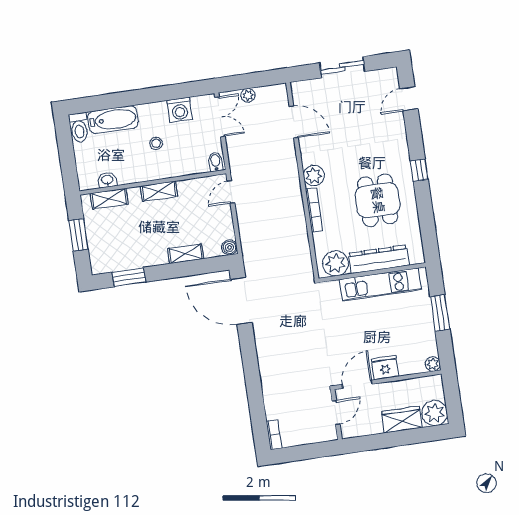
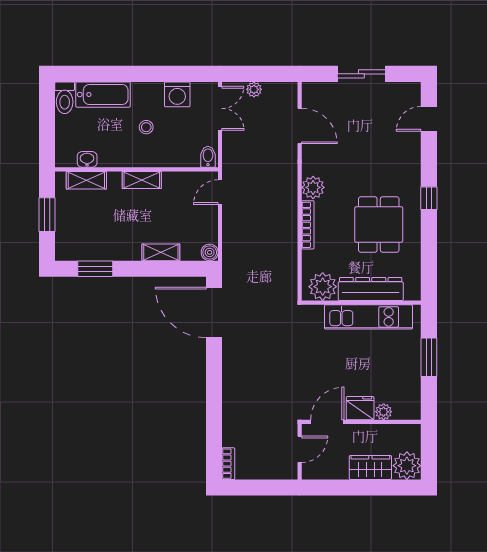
plant: (433, 364) -> (384, 412), moved

